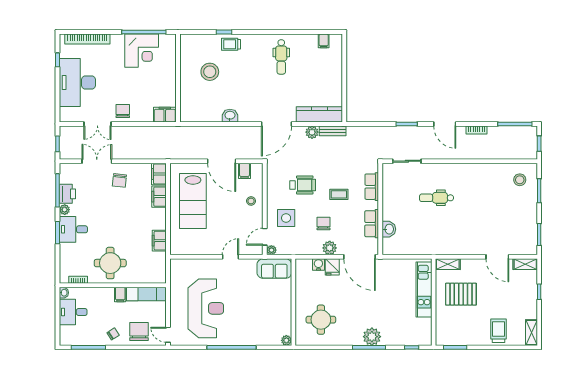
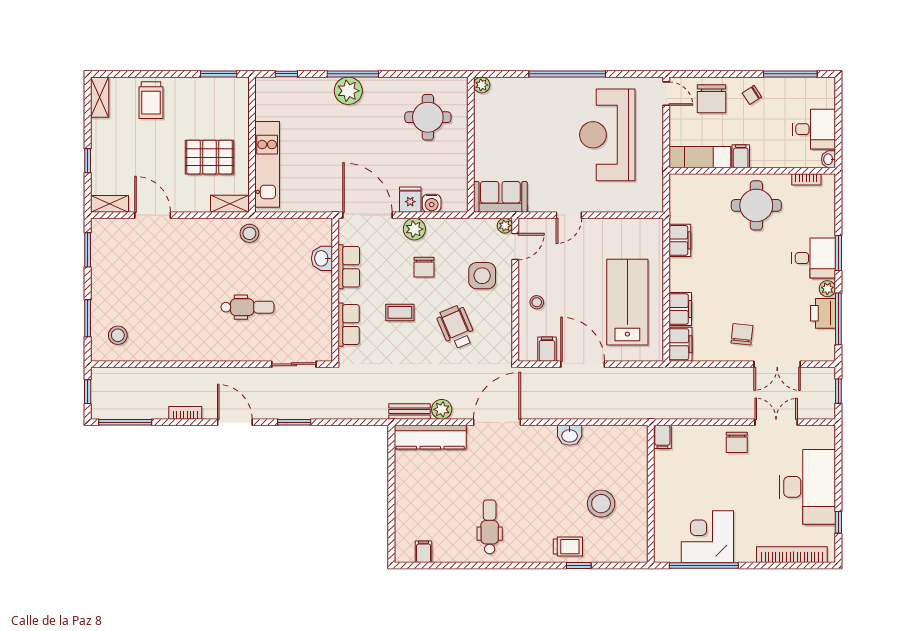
filing cabinet: (165, 115) -> (662, 437), width x0.50
wheelchair: (303, 185) -> (456, 327), turned 67
stool: (435, 245) -> (249, 233), added

